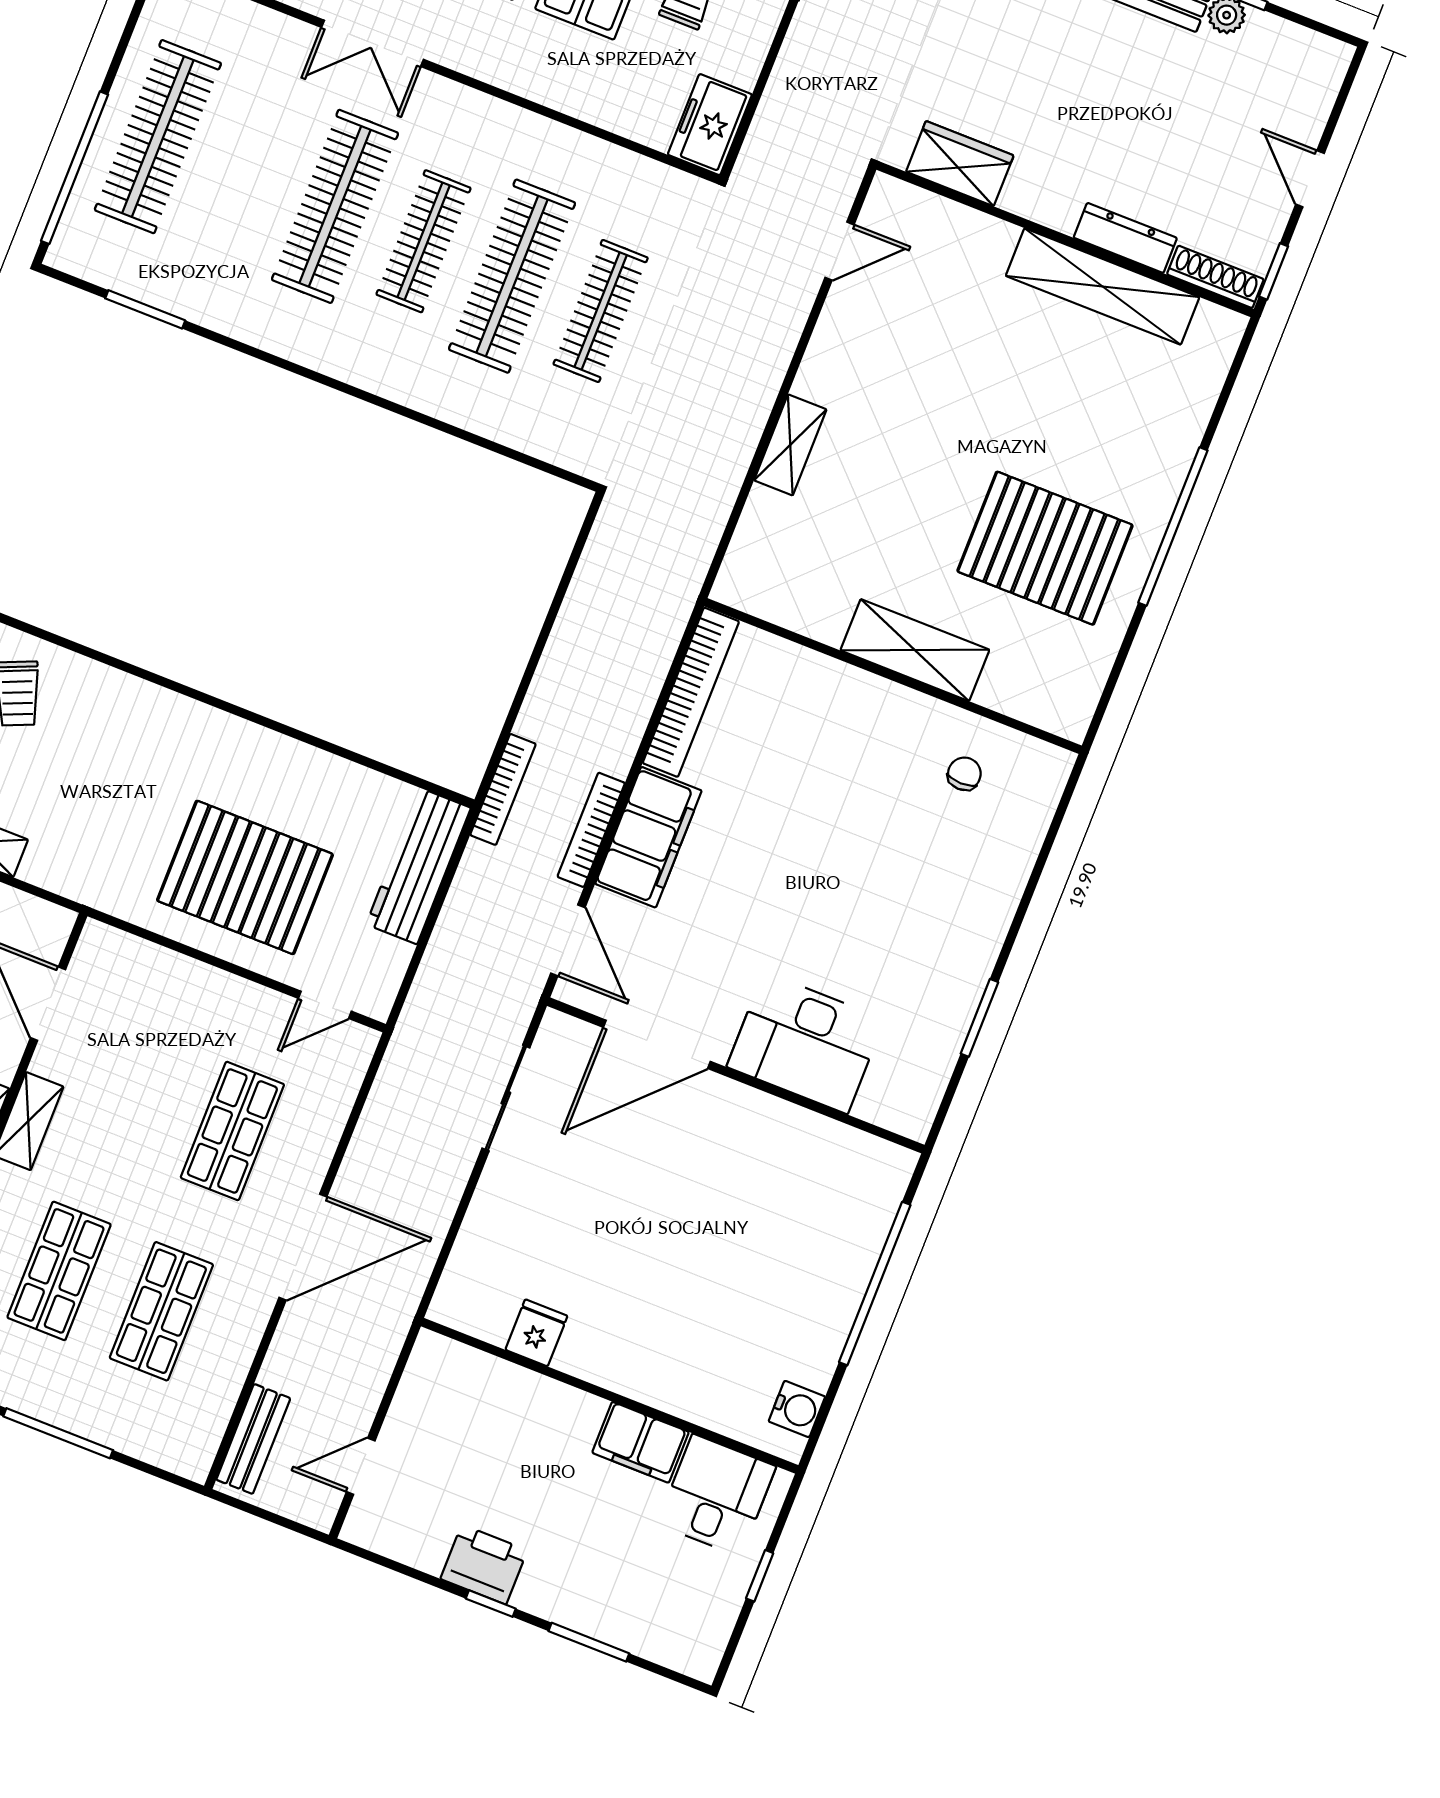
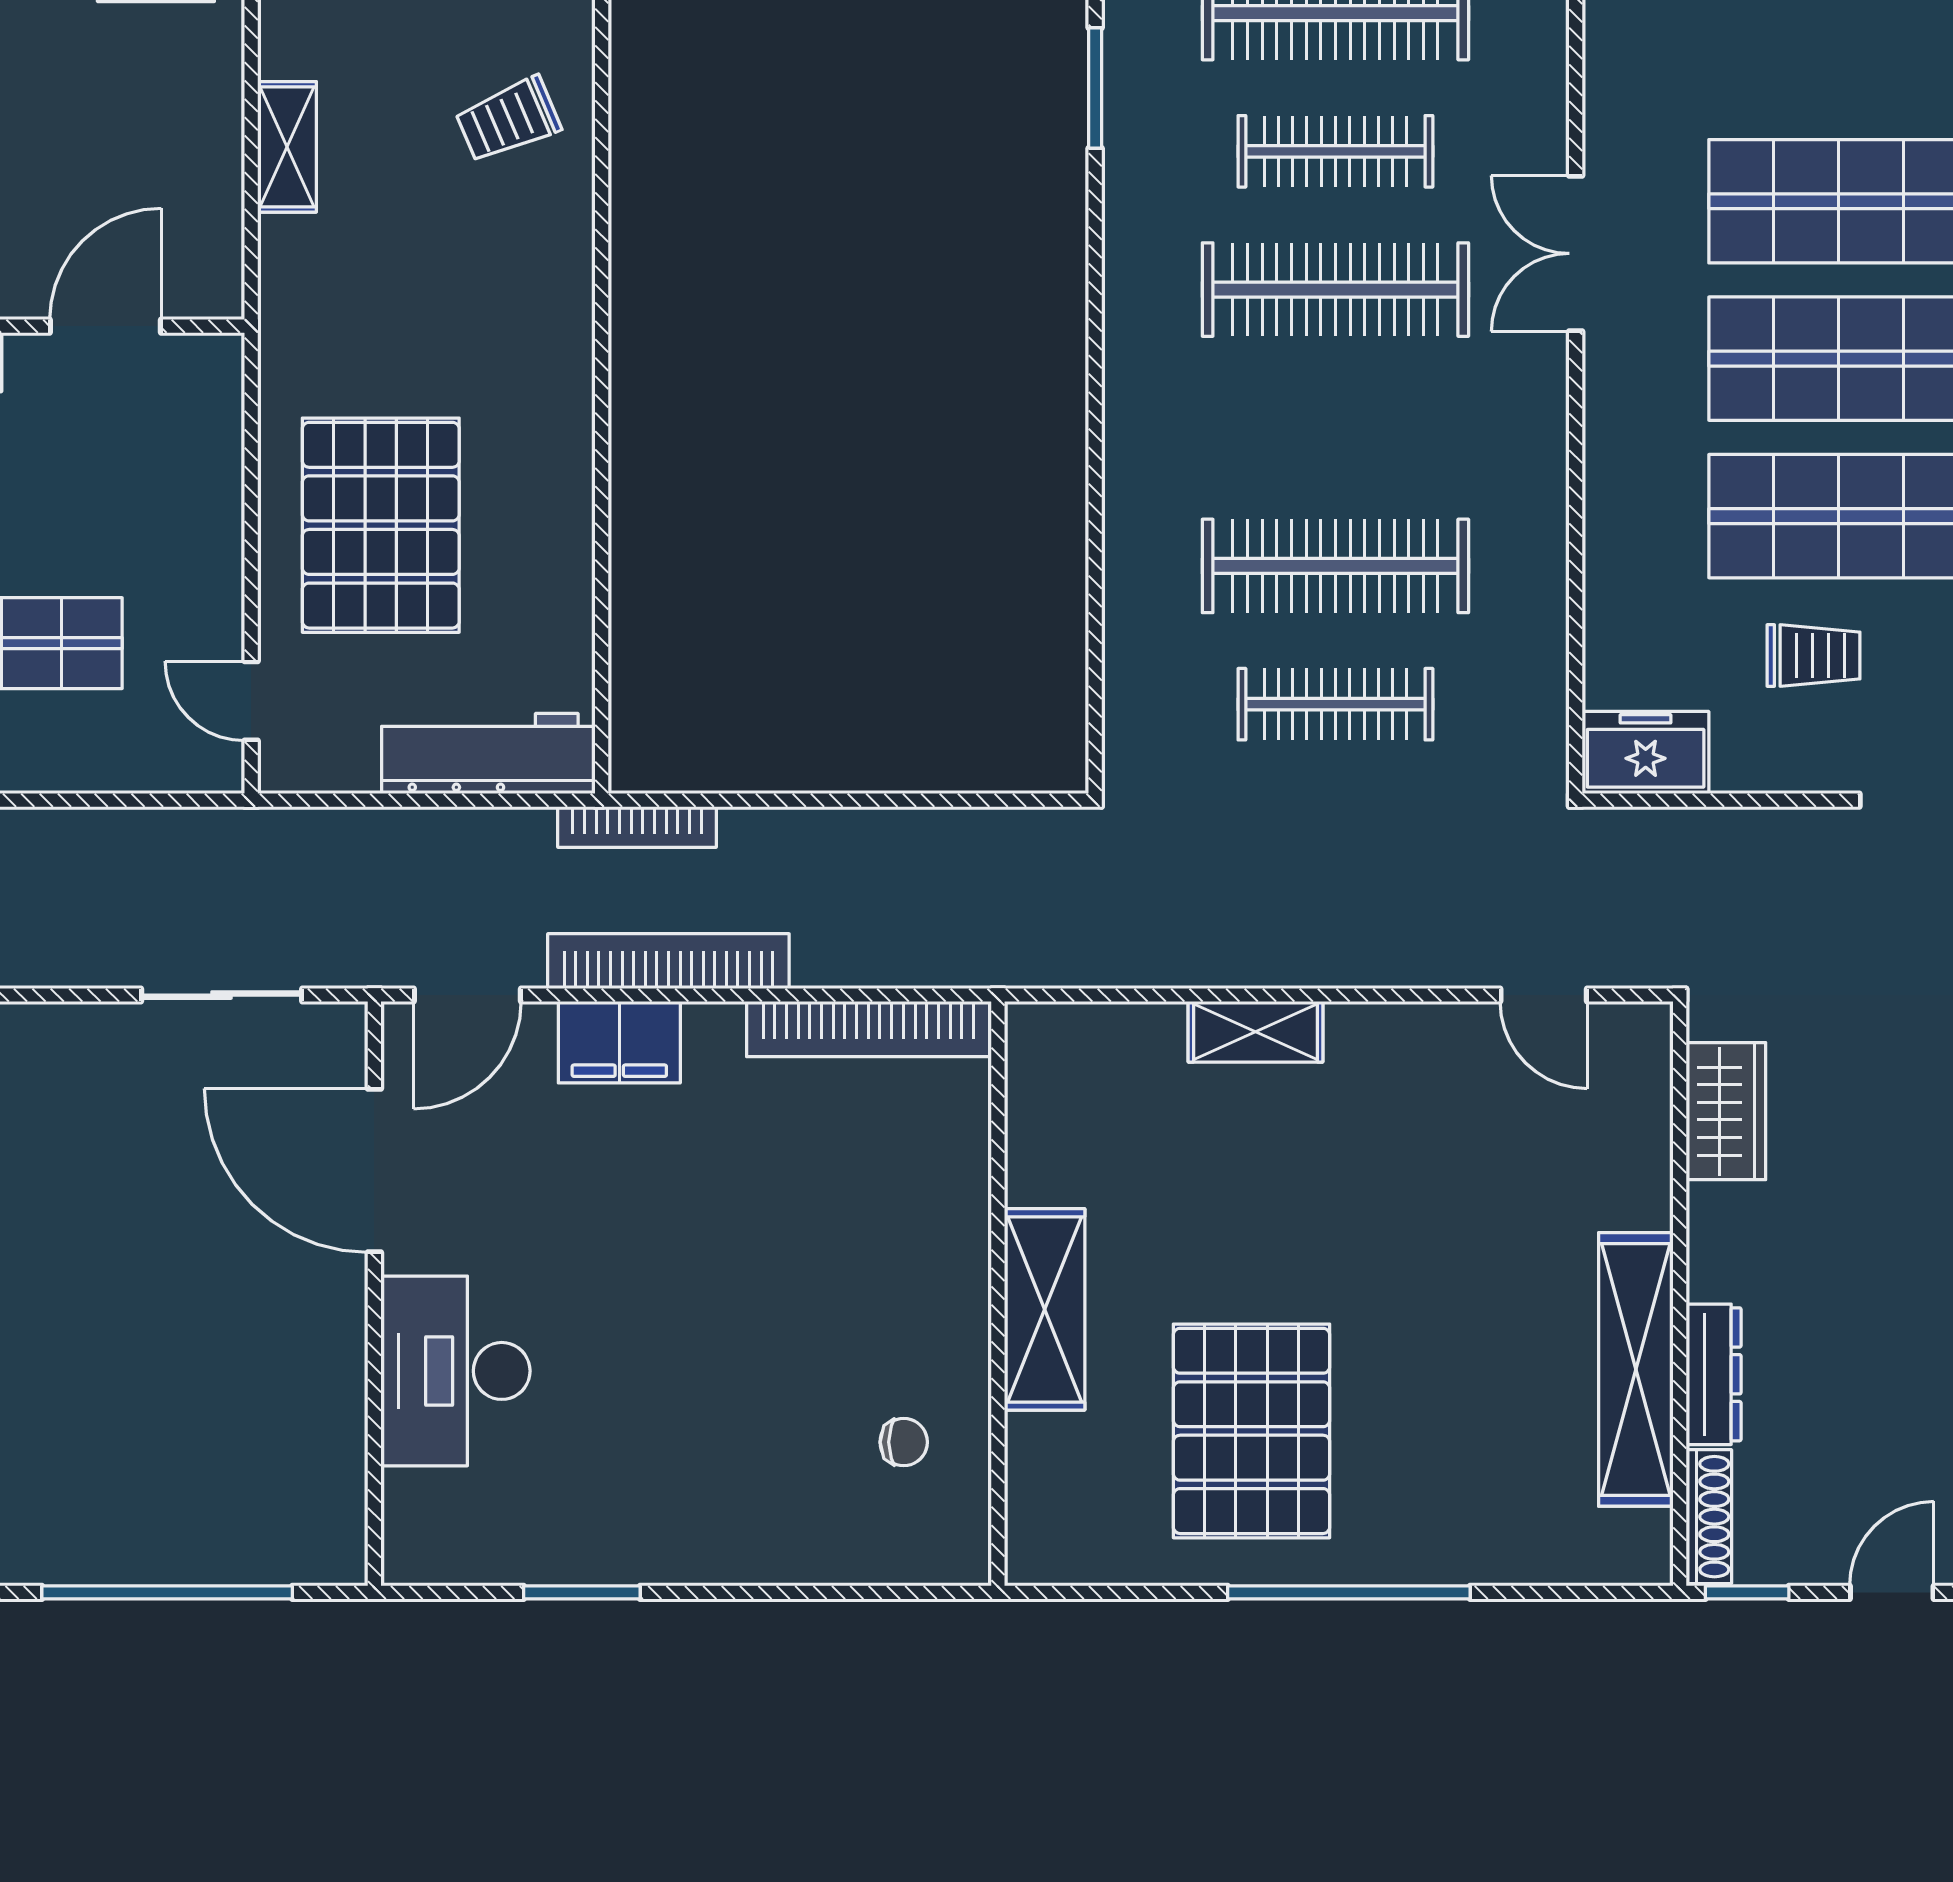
clothes rail: (424, 241) -> (1335, 151), moved
bookcase: (591, 830) -> (668, 961), width x1.48, depth x1.31
filing cabinet: (648, 837) -> (619, 1042), width x0.67, depth x0.86

